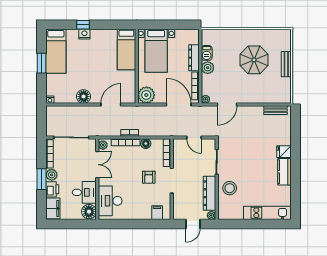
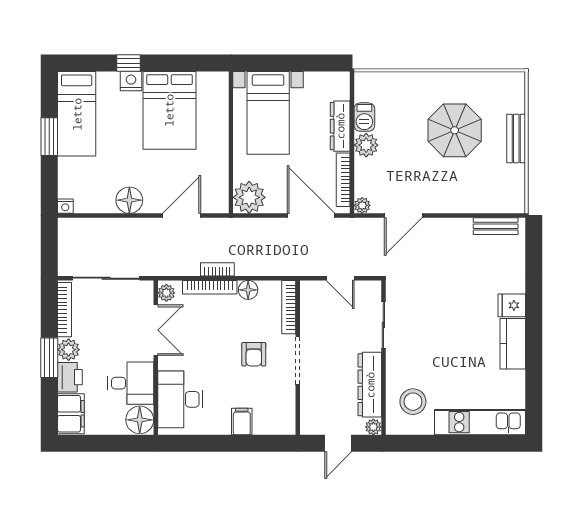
bed: (126, 49) -> (169, 110), moved, width x1.50
stool: (230, 188) -> (413, 402), moved
filing cabinet: (157, 213) -> (242, 422), moved

